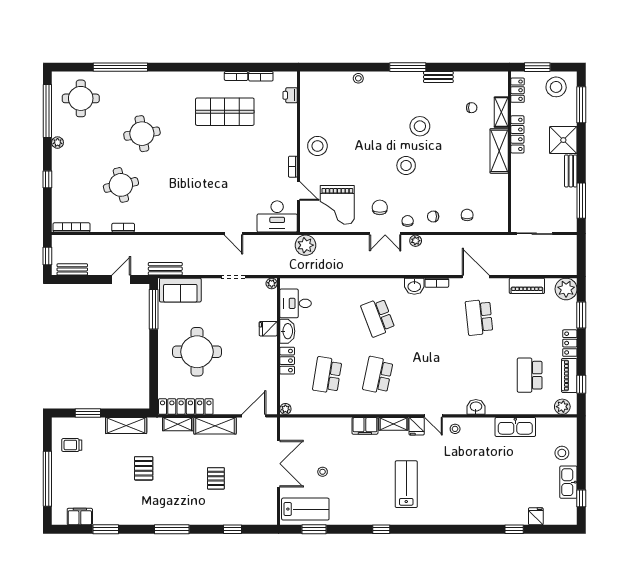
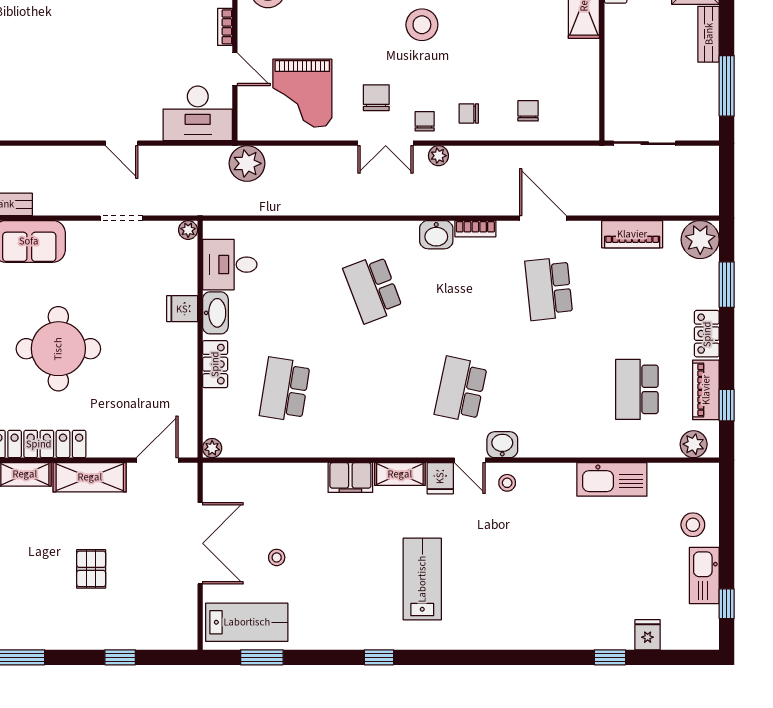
school desk: (378, 375) -> (461, 389), moved
washbasin: (476, 407) -> (502, 445), moved

